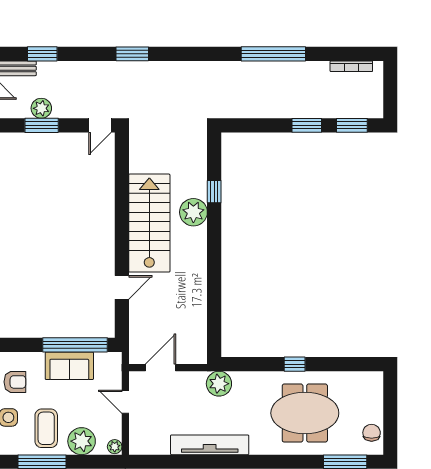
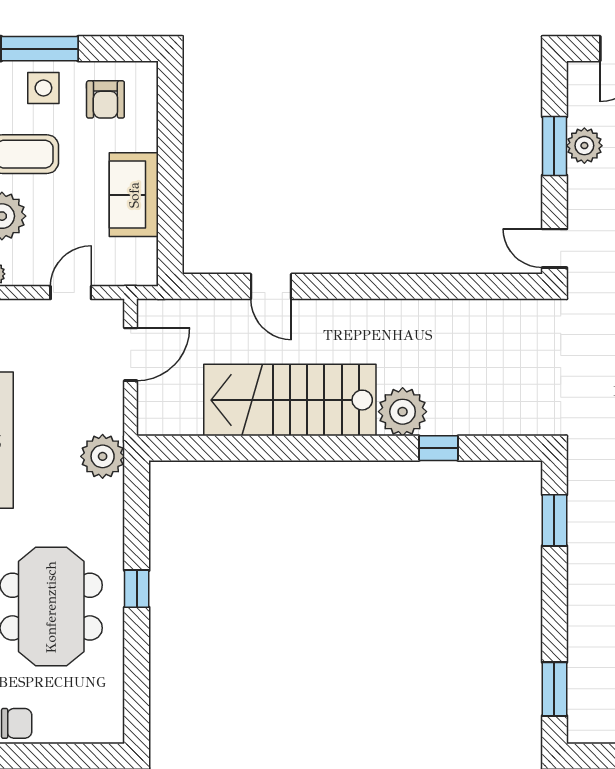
window: (307, 125) -> (554, 520), moved
stairs: (149, 223) -> (290, 400), moved, turned 180
window: (75, 345) -> (170, 205), removed
door: (161, 368) -> (131, 354), hinge flipped

